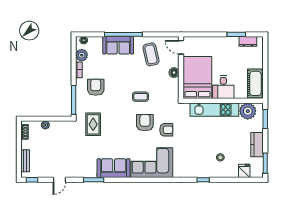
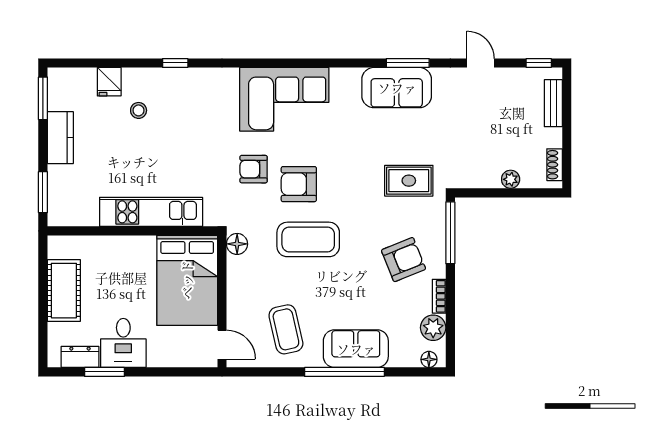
floor lamp: (174, 73) -> (237, 244), moved
cot: (255, 83) -> (64, 291), moved
armchair: (96, 87) -> (404, 260), turned -112
desk: (223, 87) -> (123, 343), moved, turned 180
coffee table: (140, 97) -> (308, 239), width x1.86, depth x1.72
plant: (248, 111) -> (80, 209), removed
armchair: (145, 123) -> (299, 184), turned 90
rug: (93, 124) -> (409, 181), turned 90
sofa: (114, 168) -> (397, 88), moved
fridge: (244, 171) -> (109, 82), moved
door: (59, 180) -> (481, 63), hinge flipped

